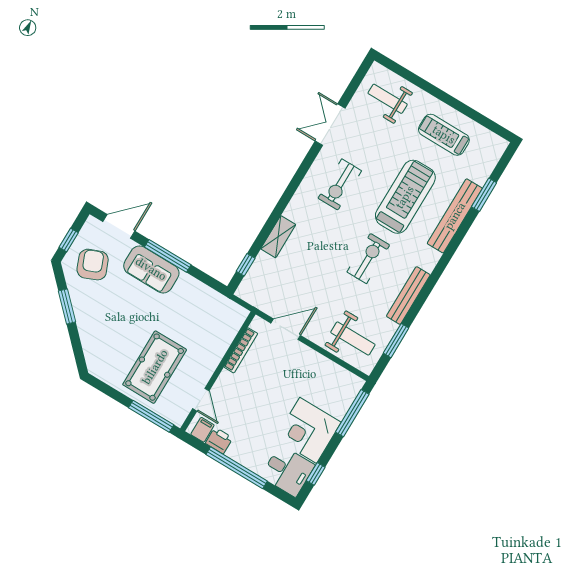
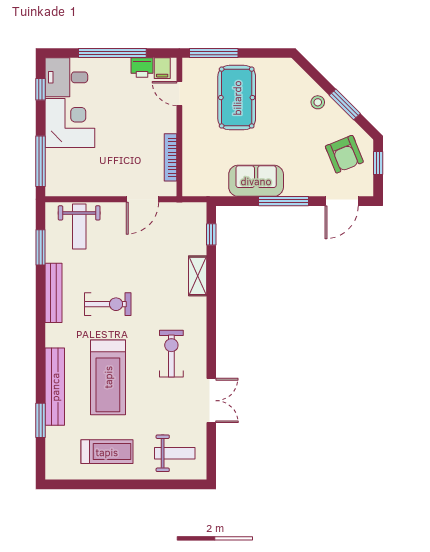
exercise bike: (368, 259) -> (108, 304), turned -90
sofa: (151, 269) -> (256, 181), moved
stool: (89, 322) -> (318, 102), added
weight bench: (353, 338) -> (79, 227), turned -90

